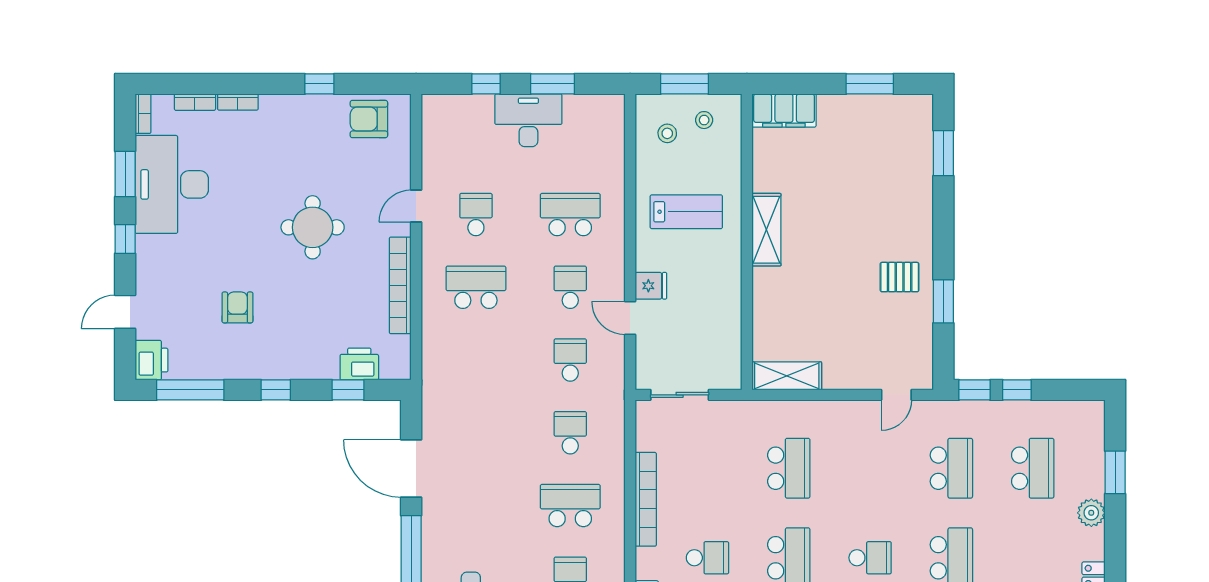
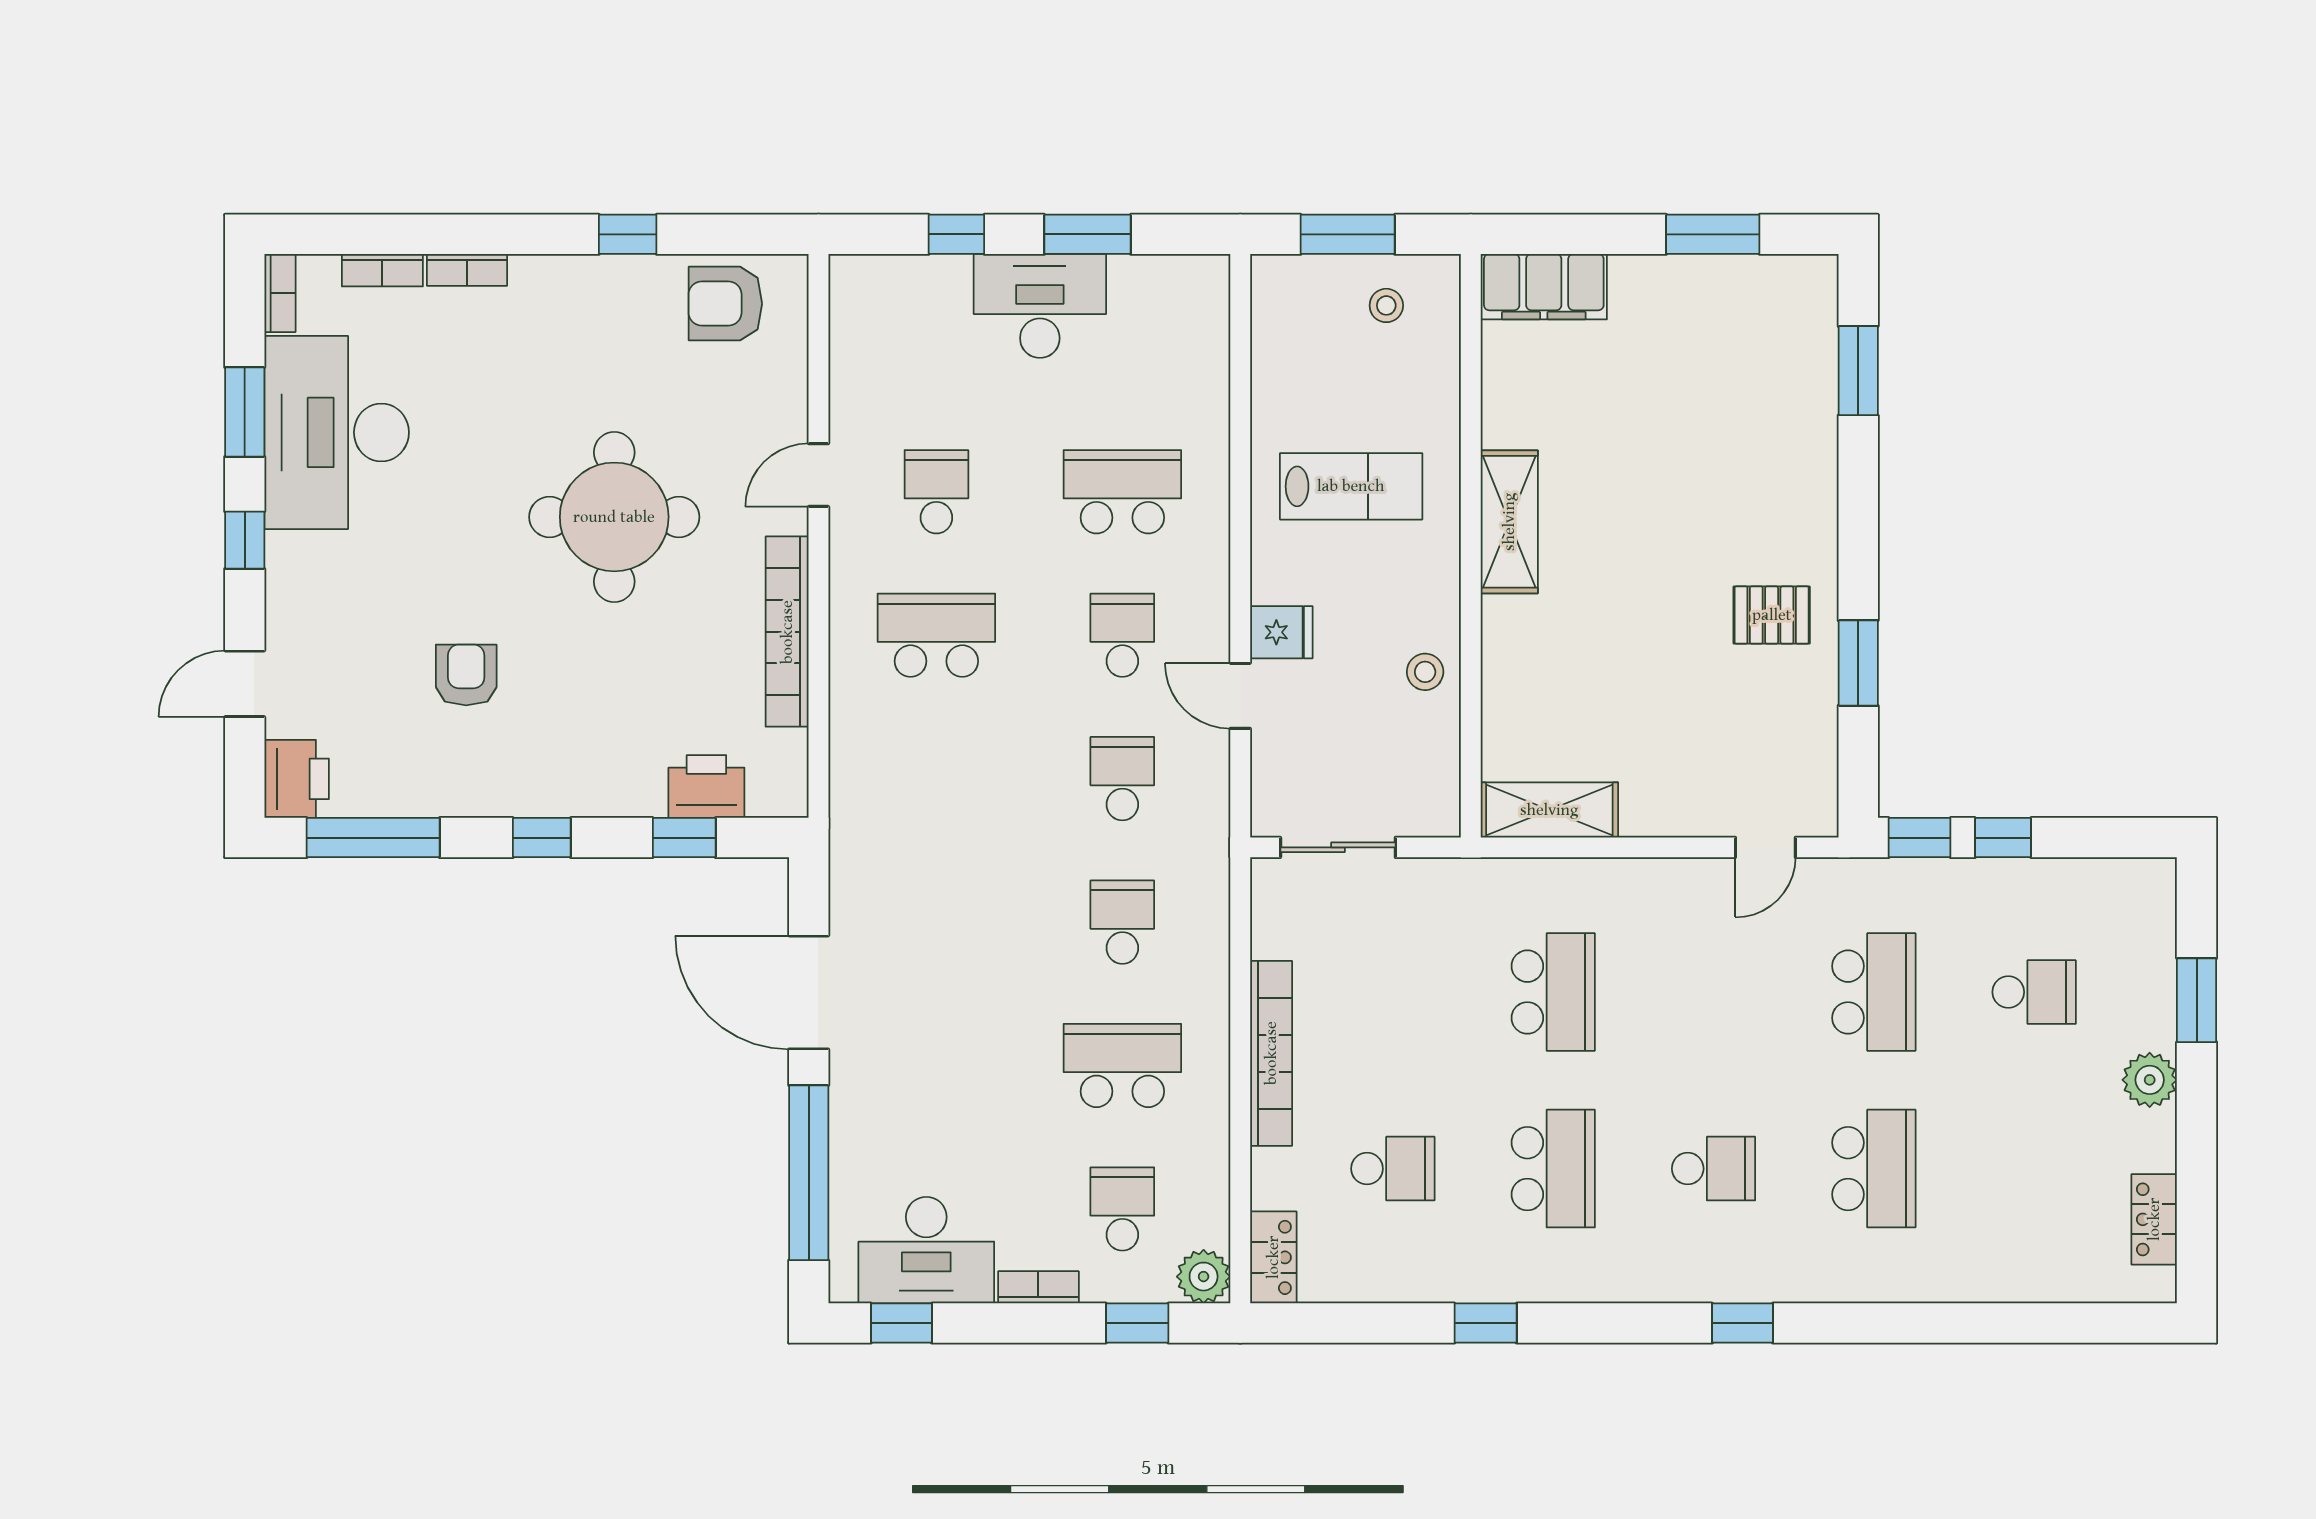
stool: (667, 133) -> (1425, 672), moved
round table: (313, 227) -> (614, 517), width x1.36, depth x1.36
school desk: (1033, 468) -> (2034, 992), width x0.54

